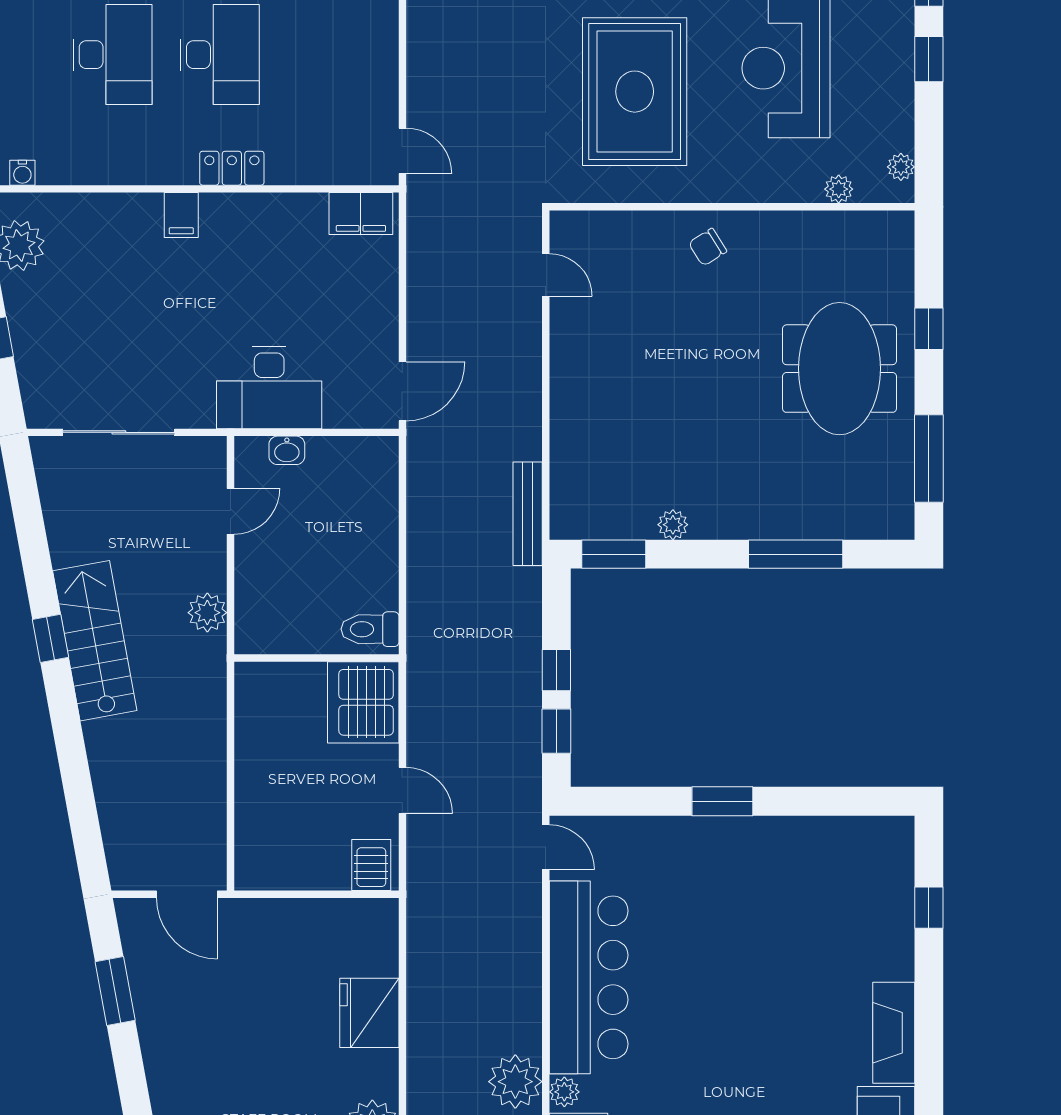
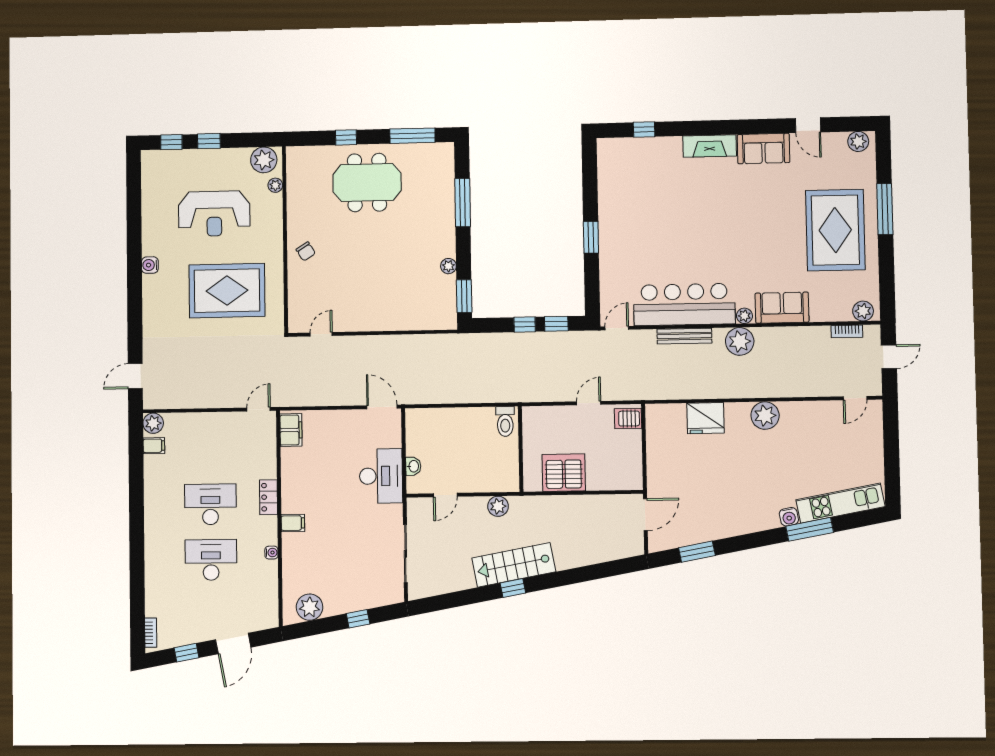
plant: (901, 167) -> (264, 160), width x1.87, depth x1.87
water cooler: (22, 173) -> (271, 553), moved
door: (231, 511) -> (445, 495), swing flipped
bench: (528, 514) -> (684, 336), moved
server rack: (363, 702) -> (564, 473), moved, turned 180

